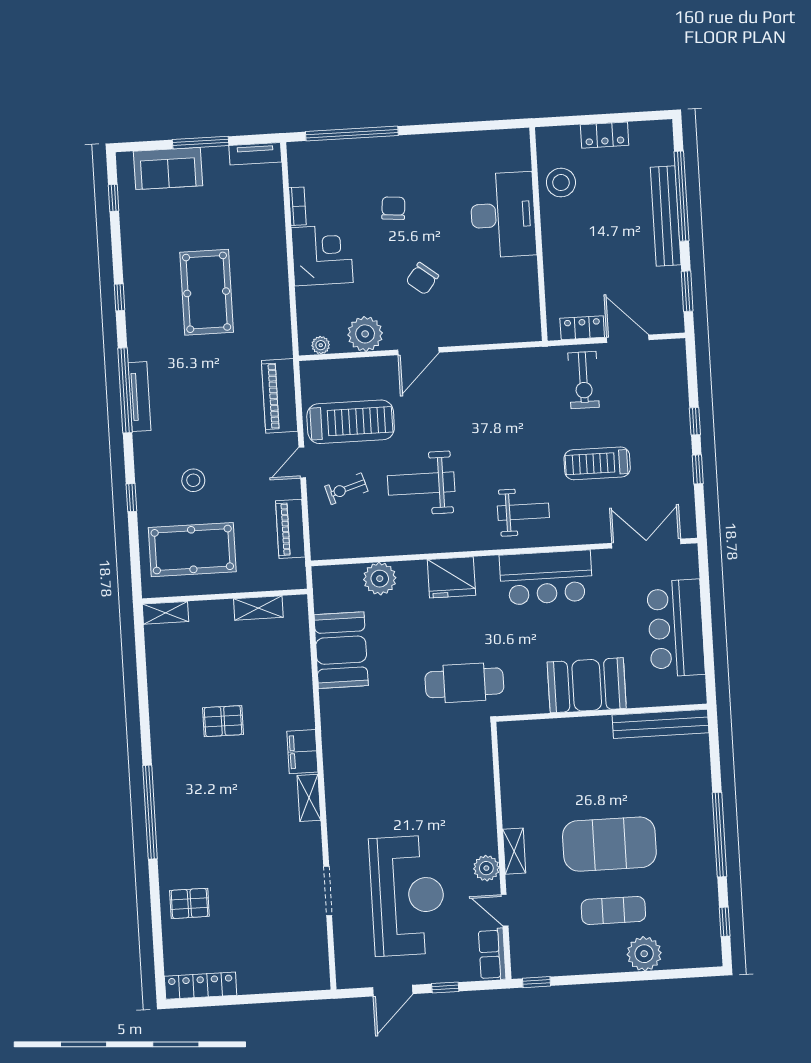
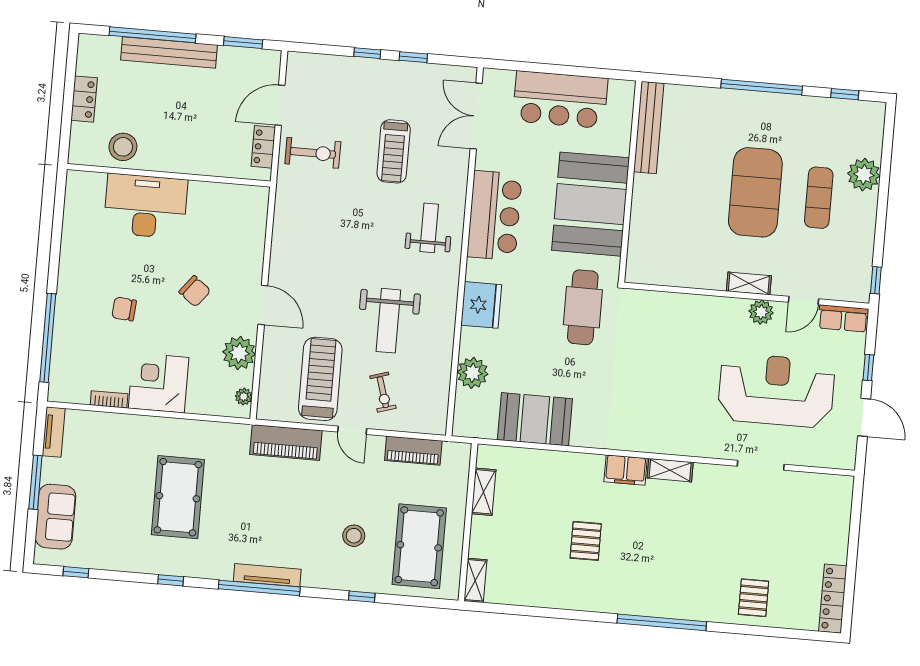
pool table: (207, 292) -> (178, 497), turned 90
booth: (587, 685) -> (591, 204), width x1.36, depth x1.42

